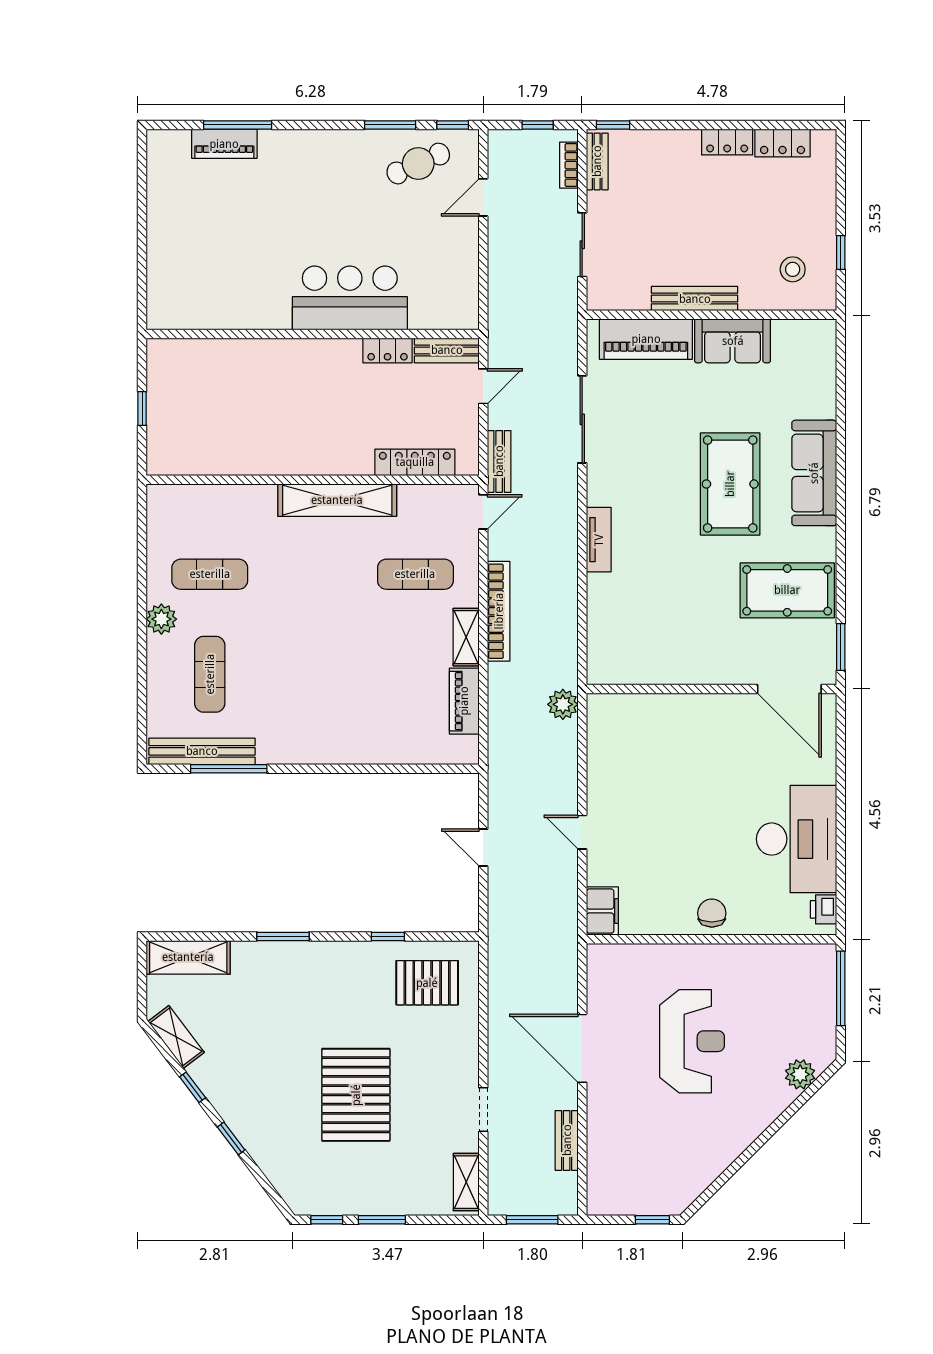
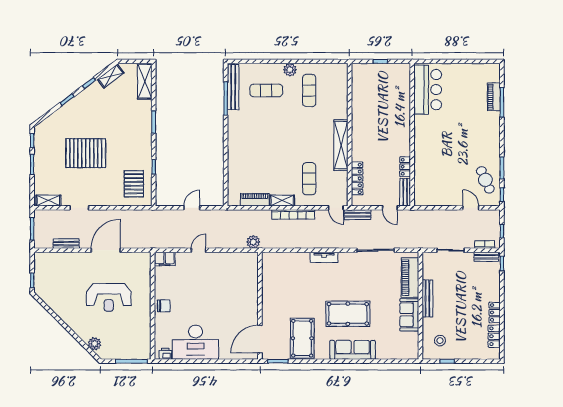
bar counter: (350, 298) -> (428, 90), moved

